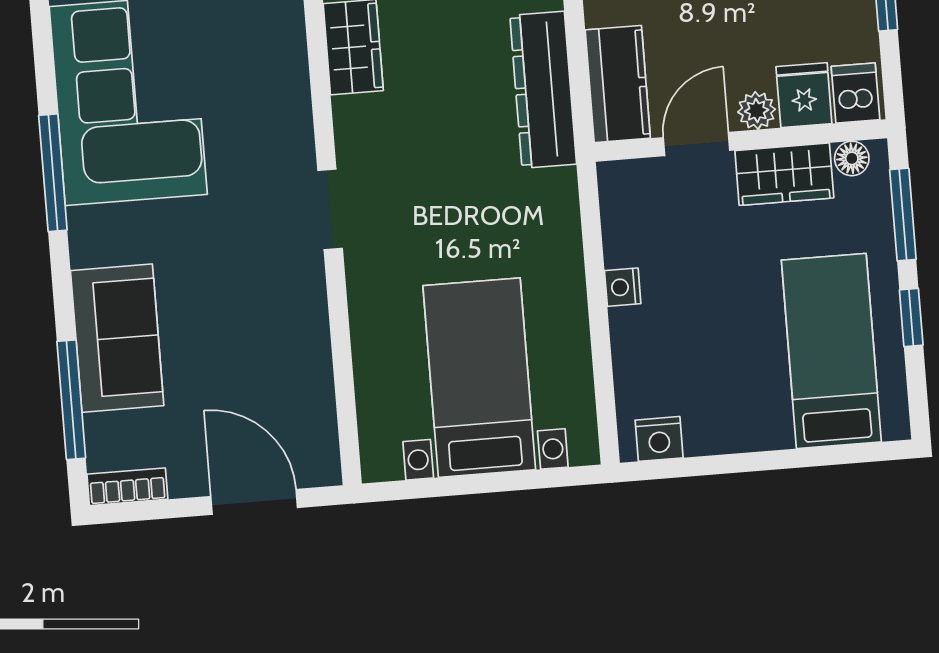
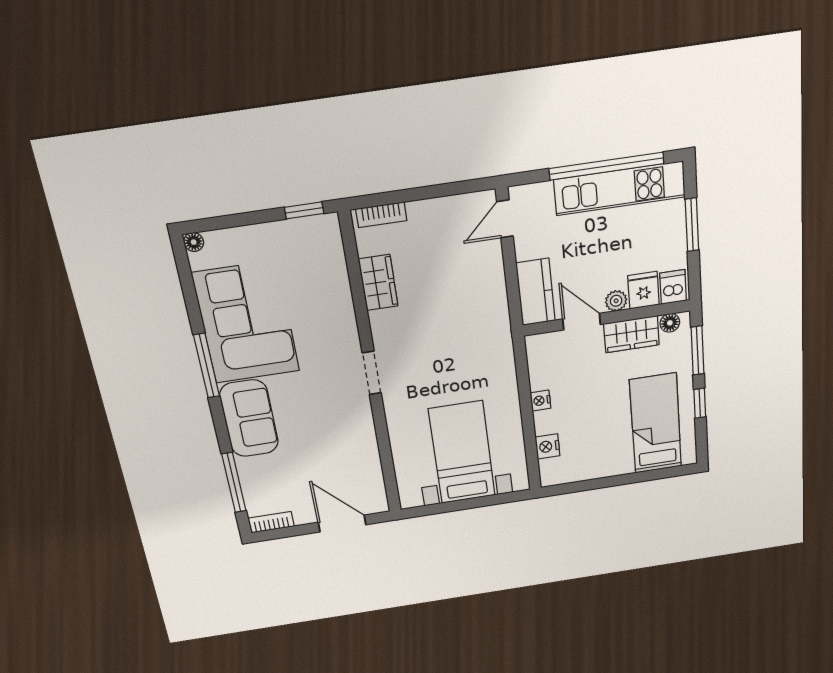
dresser: (543, 90) -> (492, 298), removed
door: (696, 144) -> (582, 322), hinge flipped
sofa: (117, 338) -> (249, 418), moved
nightstand: (659, 439) -> (547, 446), moved, turned 90

